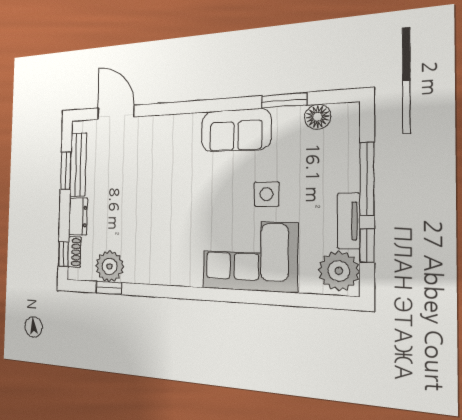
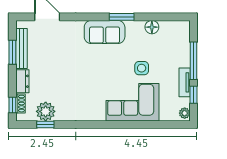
window: (284, 100) -> (122, 17), moved
floor lamp: (318, 117) -> (152, 27), moved
sofa: (236, 130) -> (105, 32), moved
plant: (339, 271) -> (185, 113), width x0.53, depth x0.53

